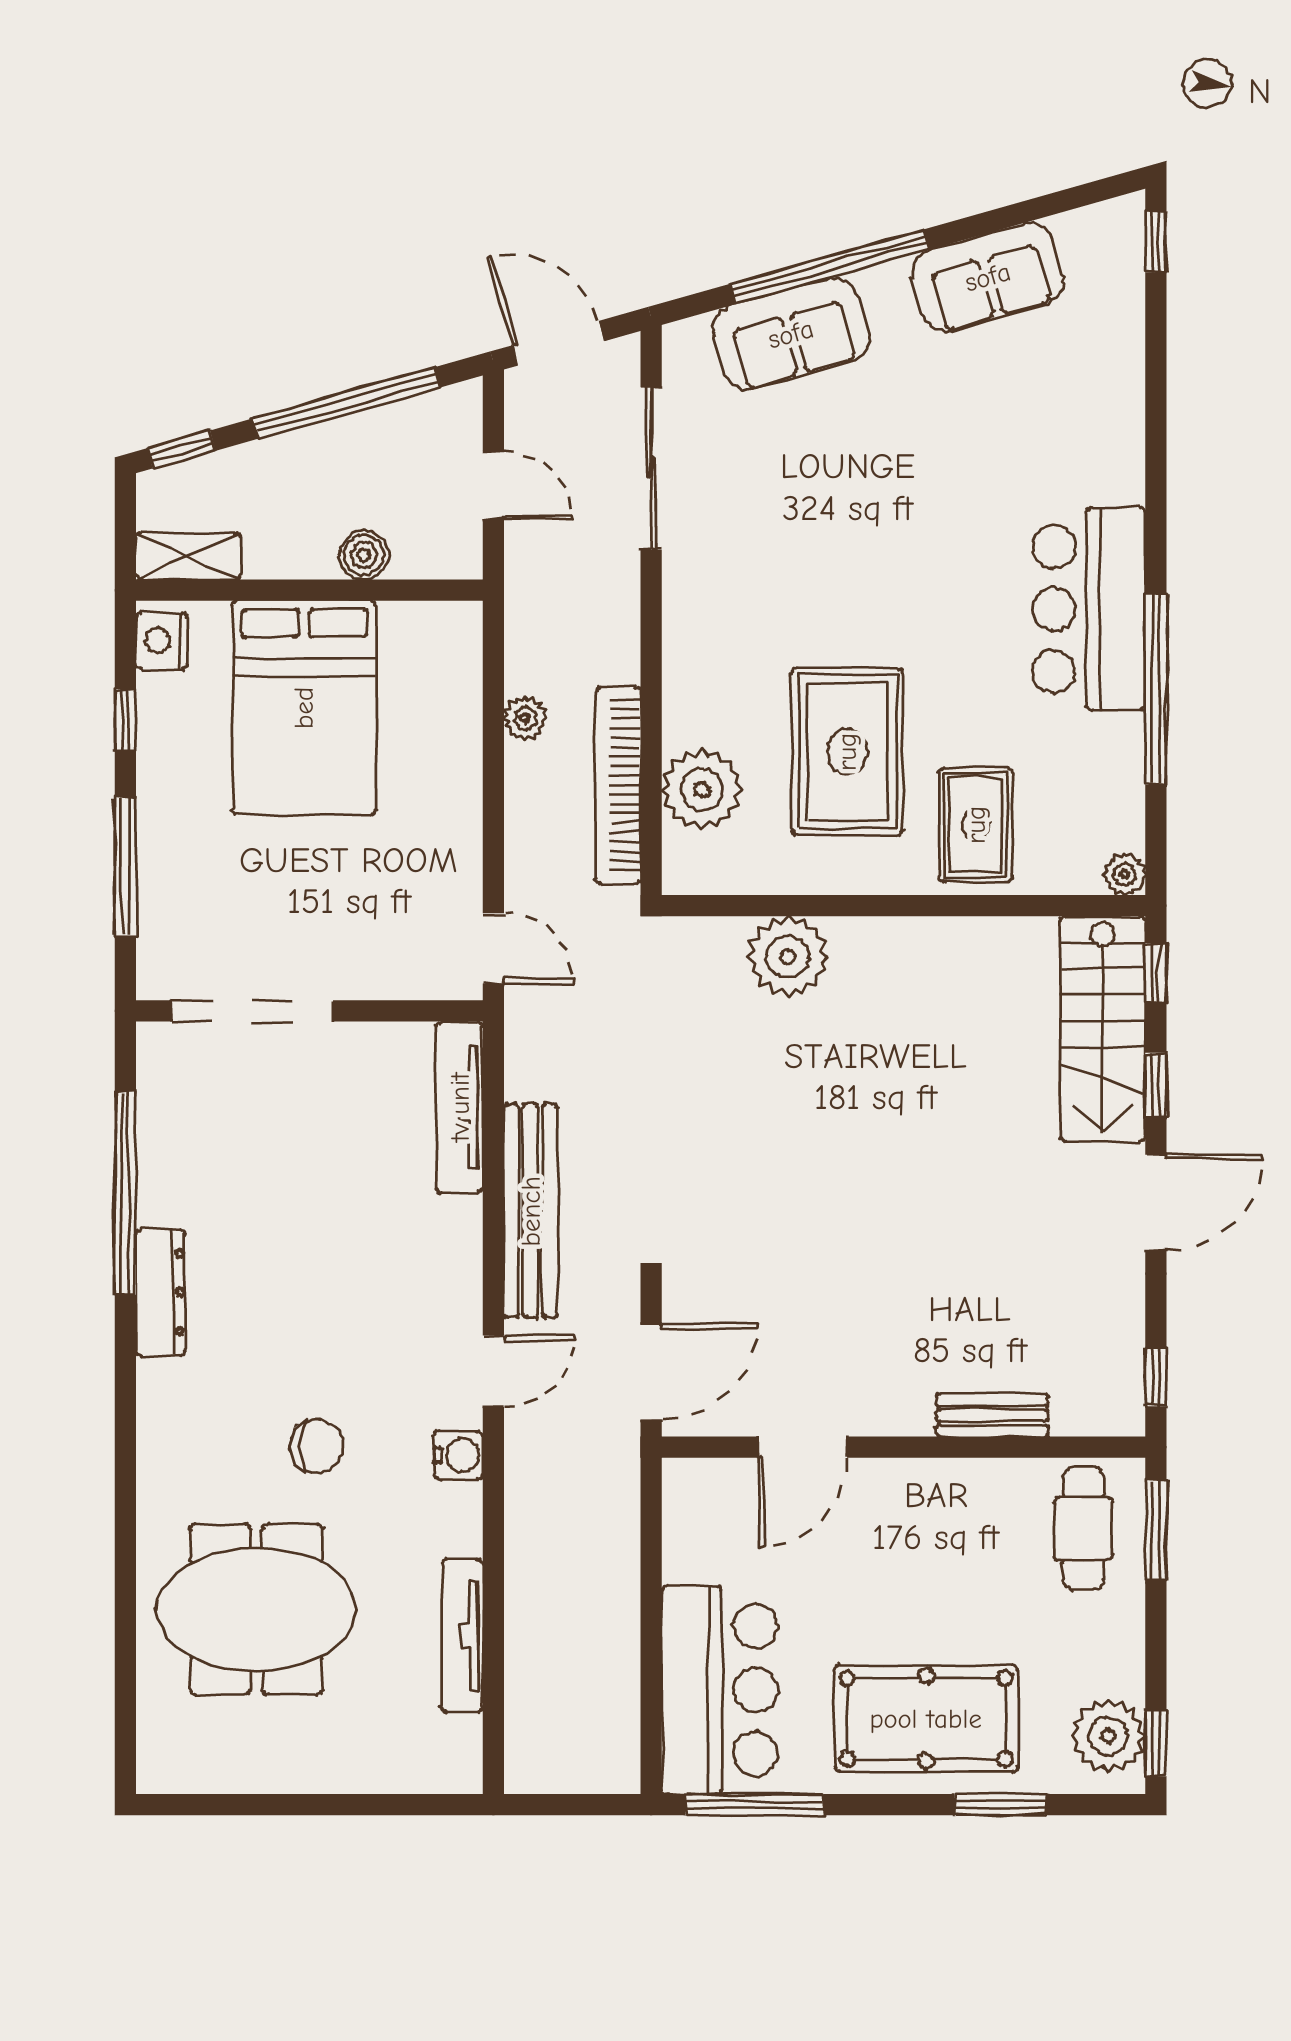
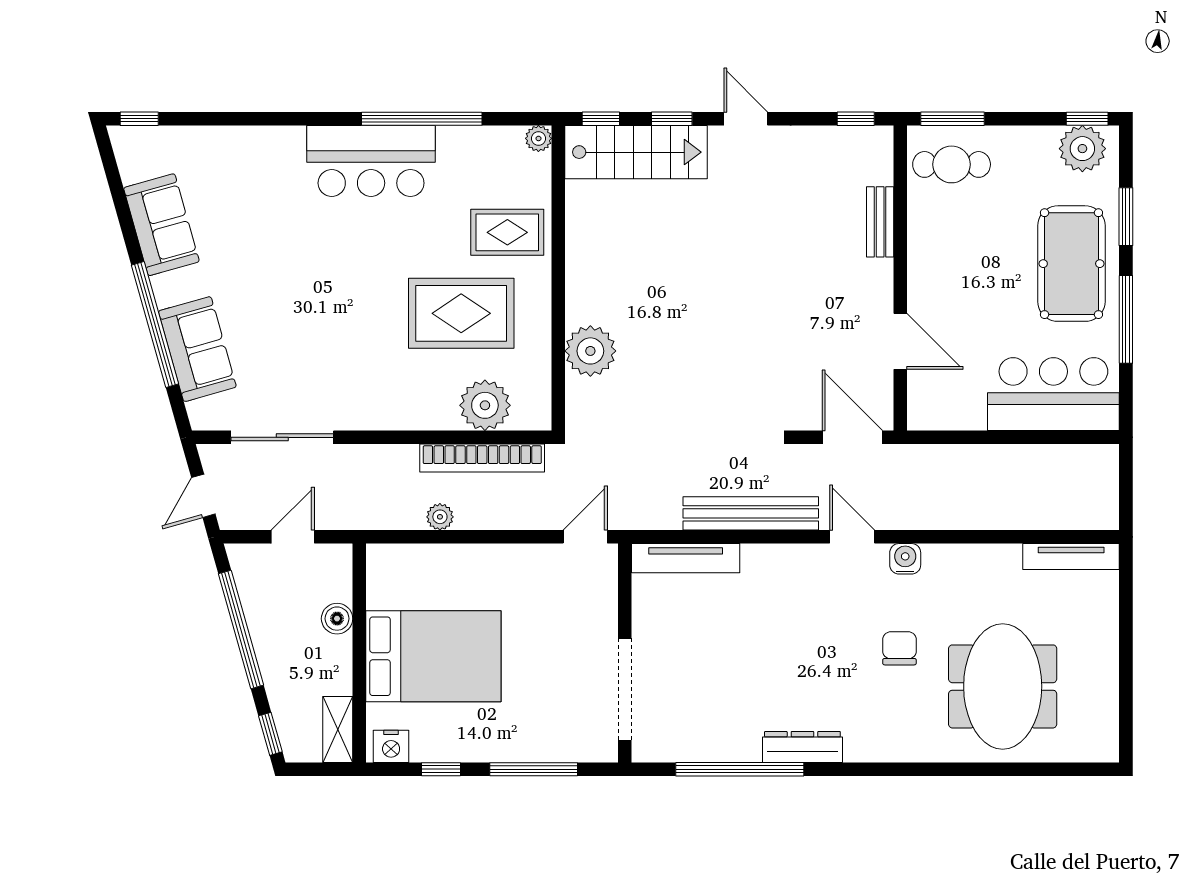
door: (558, 343) -> (203, 496), width x0.73
door: (1156, 1203) -> (746, 119), width x0.73
tv unit: (462, 1635) -> (1071, 557), moved
window: (755, 1805) -> (1126, 319), moved

